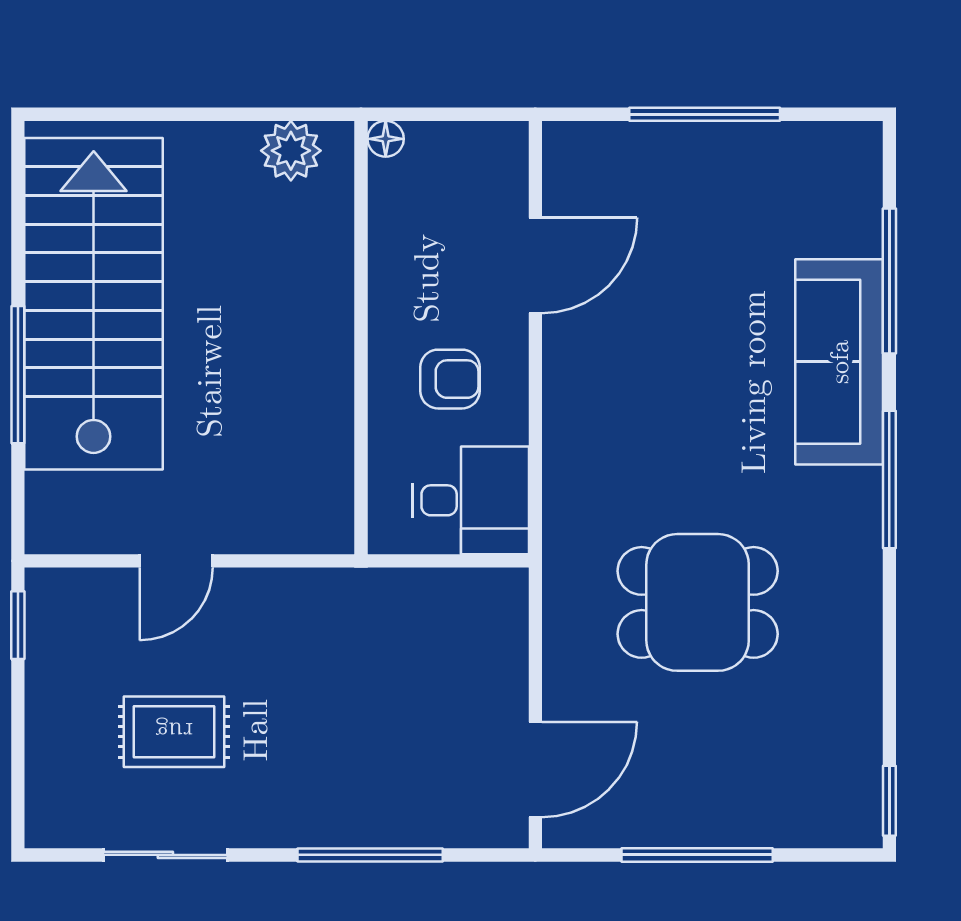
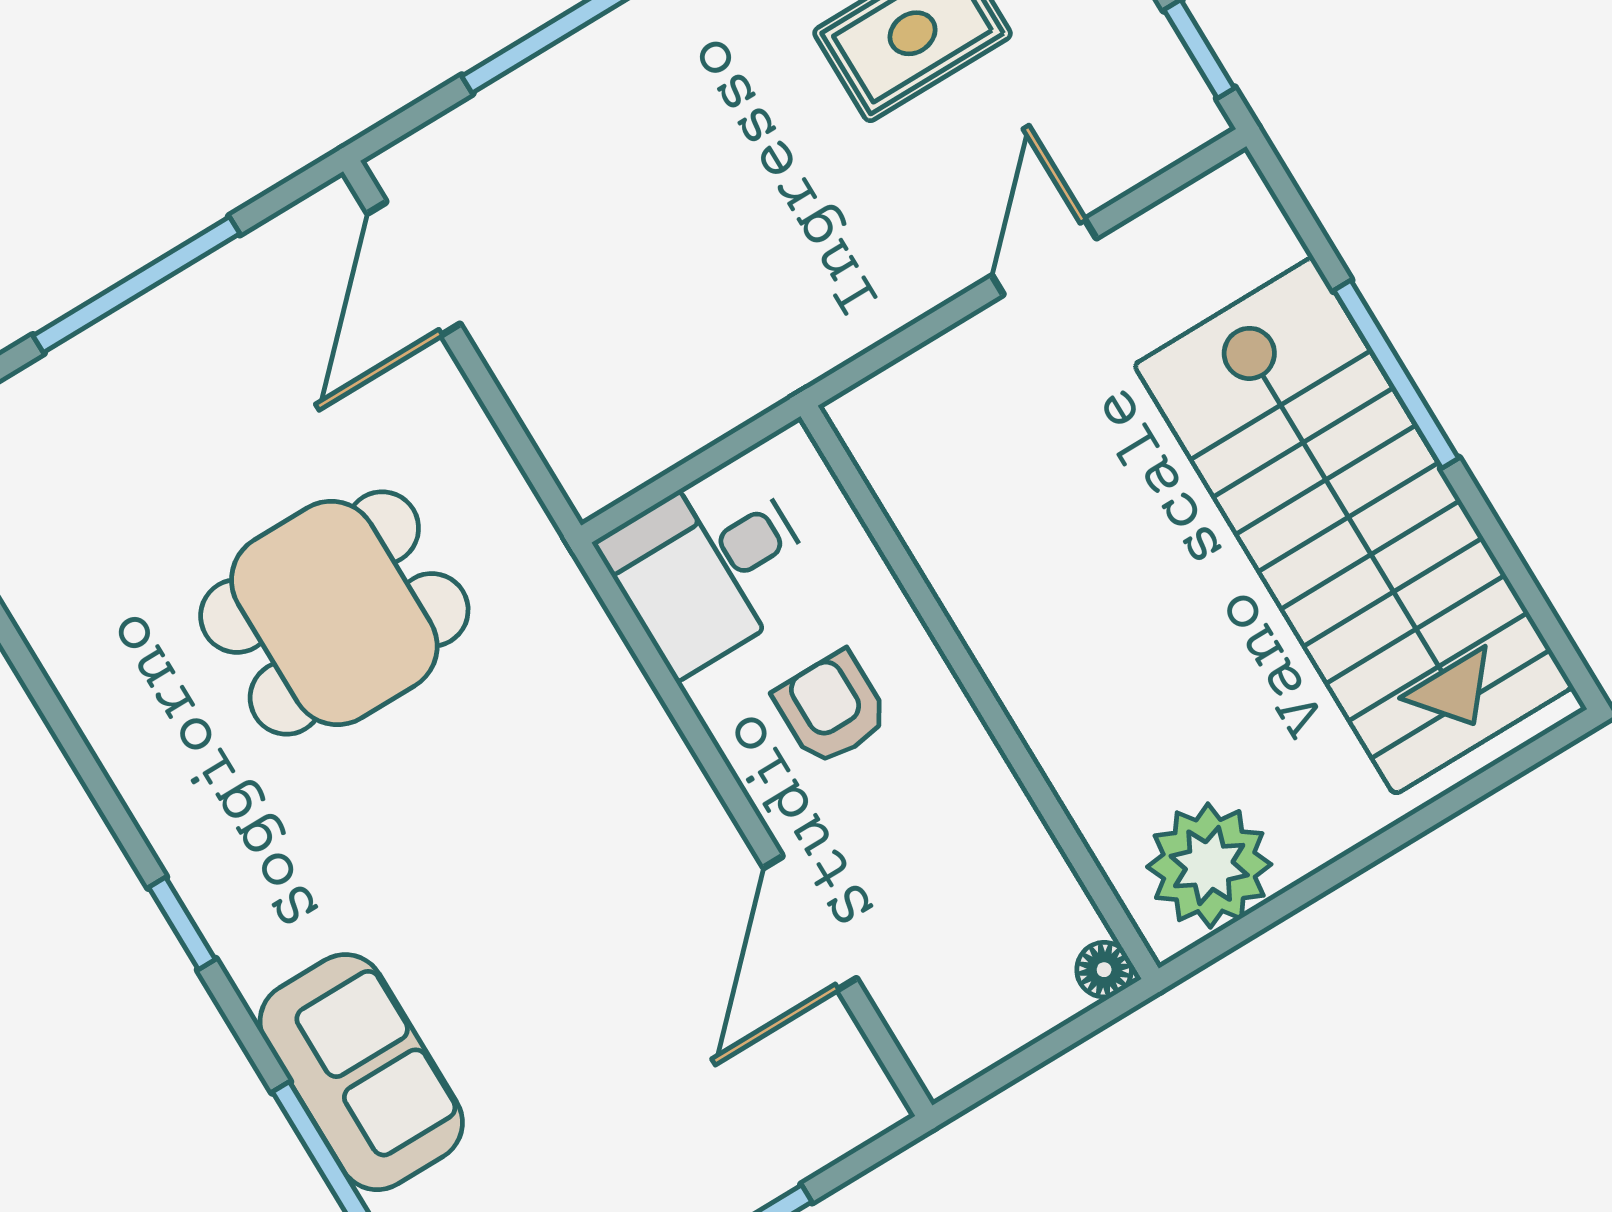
plant: (291, 151) -> (1209, 866), width x1.36, depth x1.36
sofa: (839, 362) -> (361, 1072), width x0.73
armchair: (450, 379) -> (832, 708), turned 90
window: (889, 480) -> (182, 923), width x0.46

